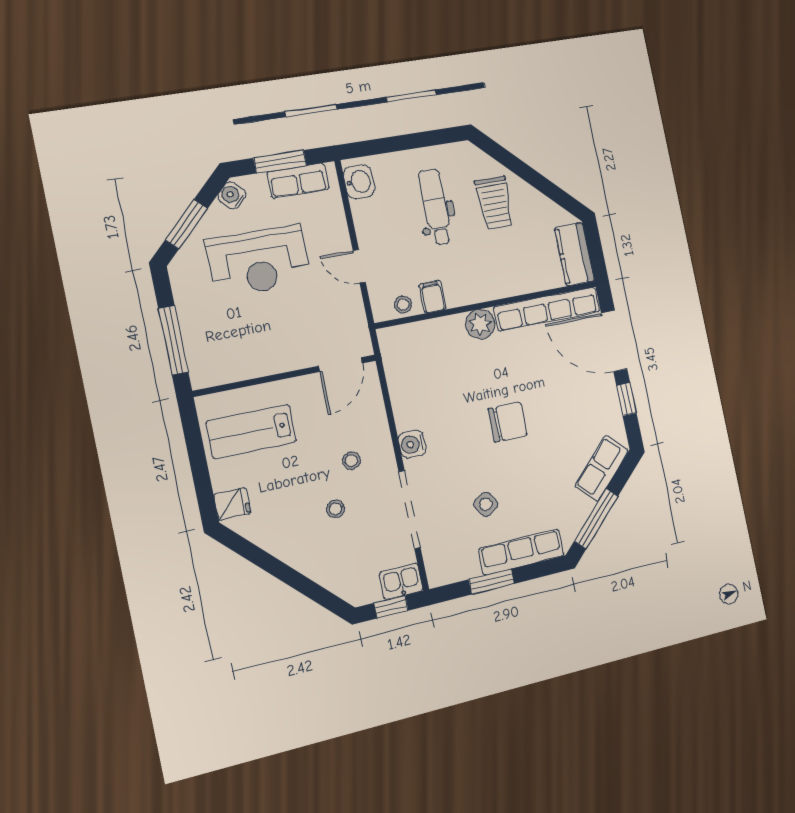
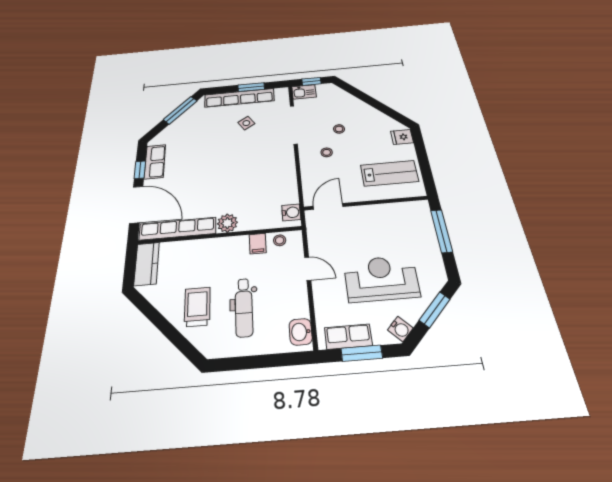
chair: (508, 422) -> (222, 164), removed
water cooler: (412, 444) -> (291, 212), moved
row of seats: (602, 468) -> (155, 162), moved, turned -45
row of seats: (521, 552) -> (239, 98), width x1.36

